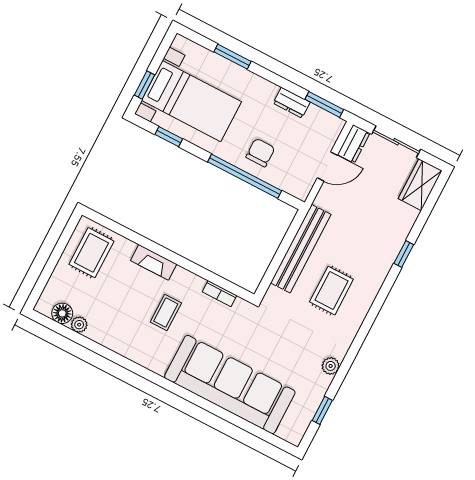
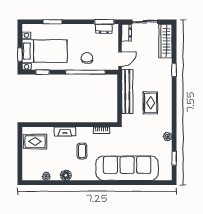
dresser: (292, 103) -> (104, 29), moved
door: (327, 167) -> (120, 59), moved
wardrobe: (420, 185) -> (165, 41), width x1.50
rug: (92, 253) -> (35, 142), turned 90
floor lamp: (62, 313) -> (66, 175), moved

